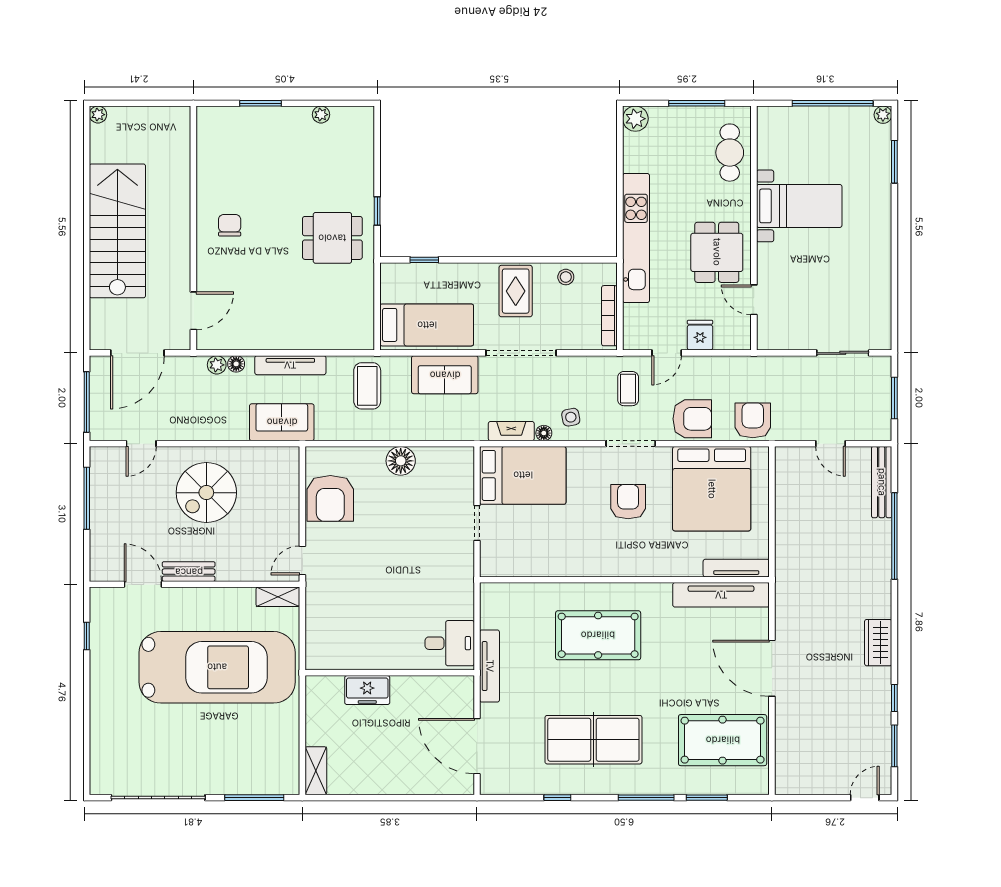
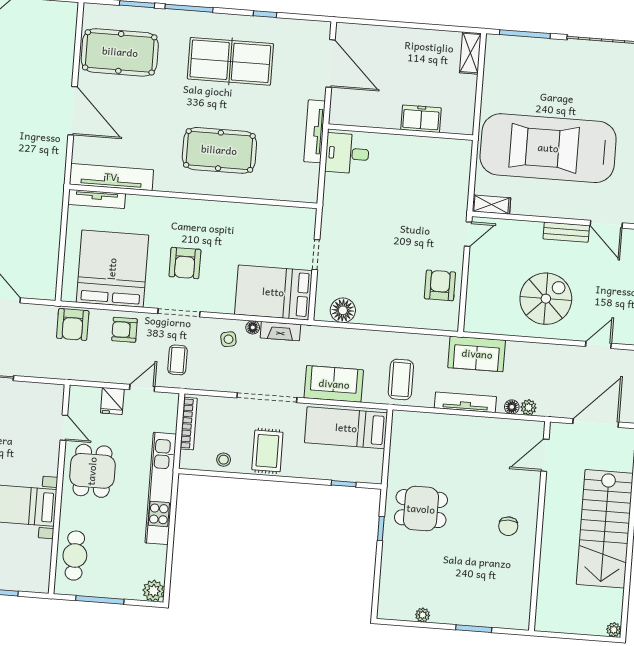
armchair: (692, 419) -> (124, 330), width x0.72, depth x0.72
floor lamp: (401, 461) -> (343, 310), moved
armchair: (330, 498) -> (440, 285), width x0.73, depth x0.73

